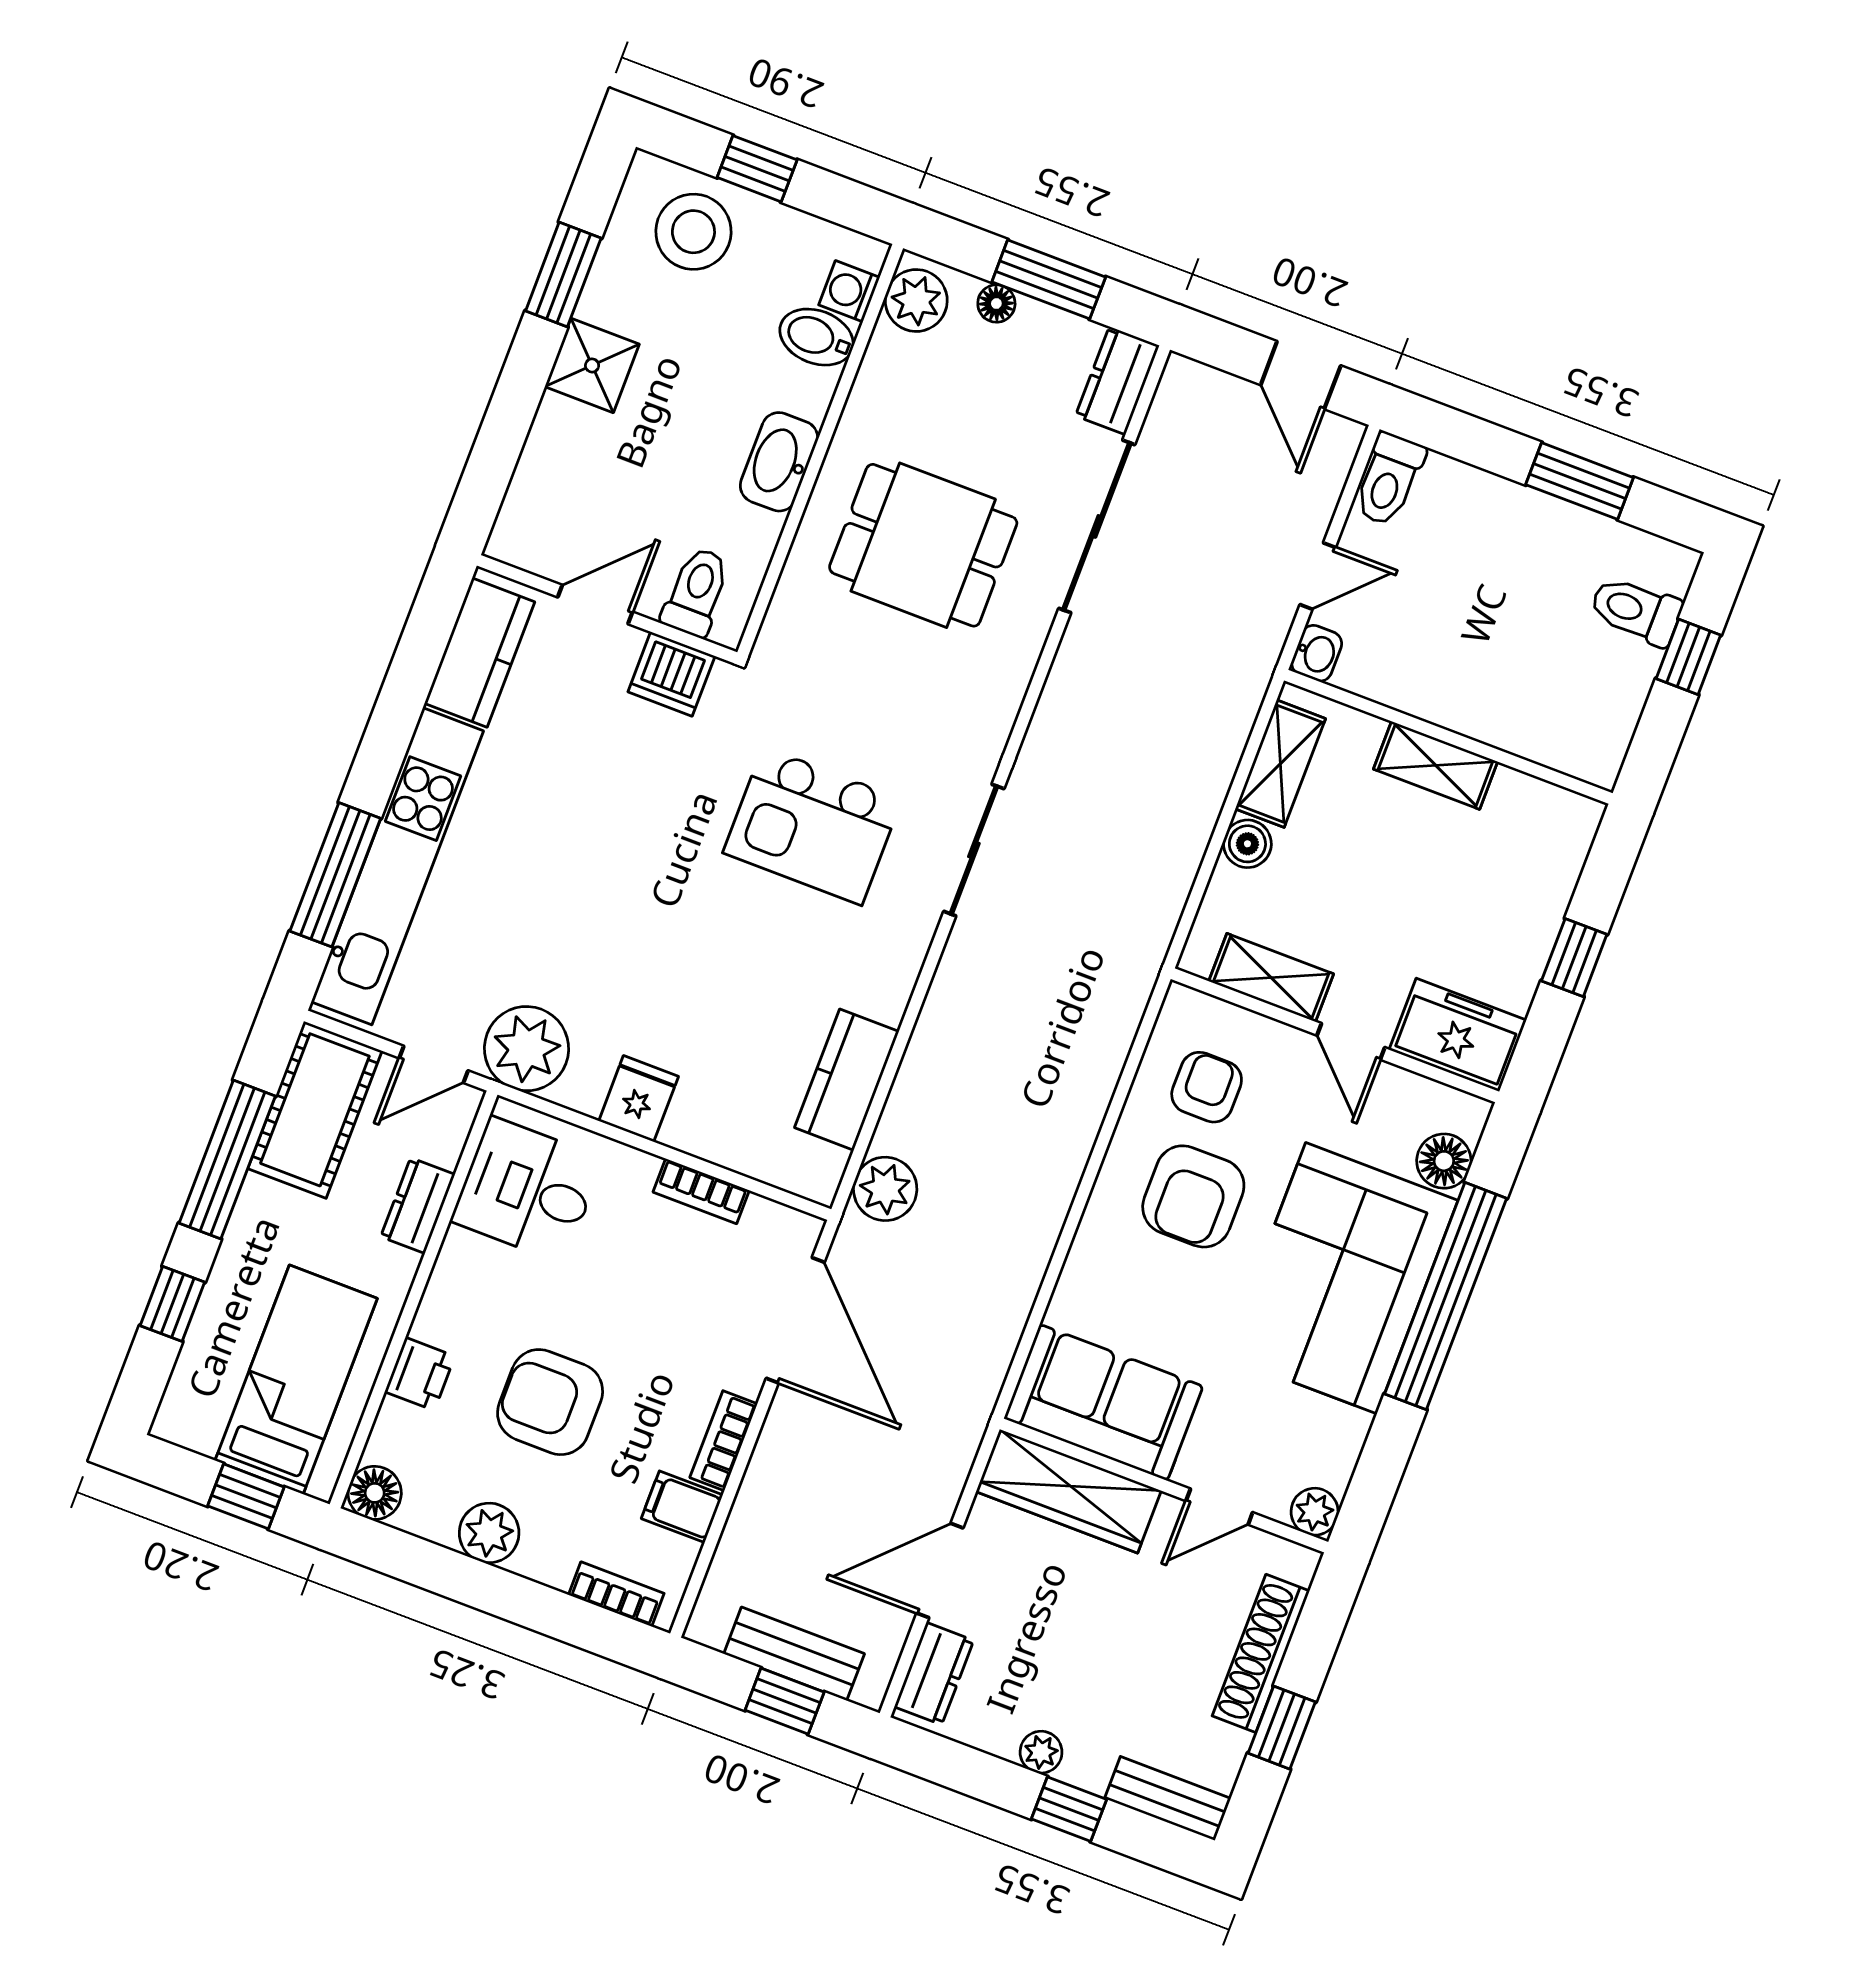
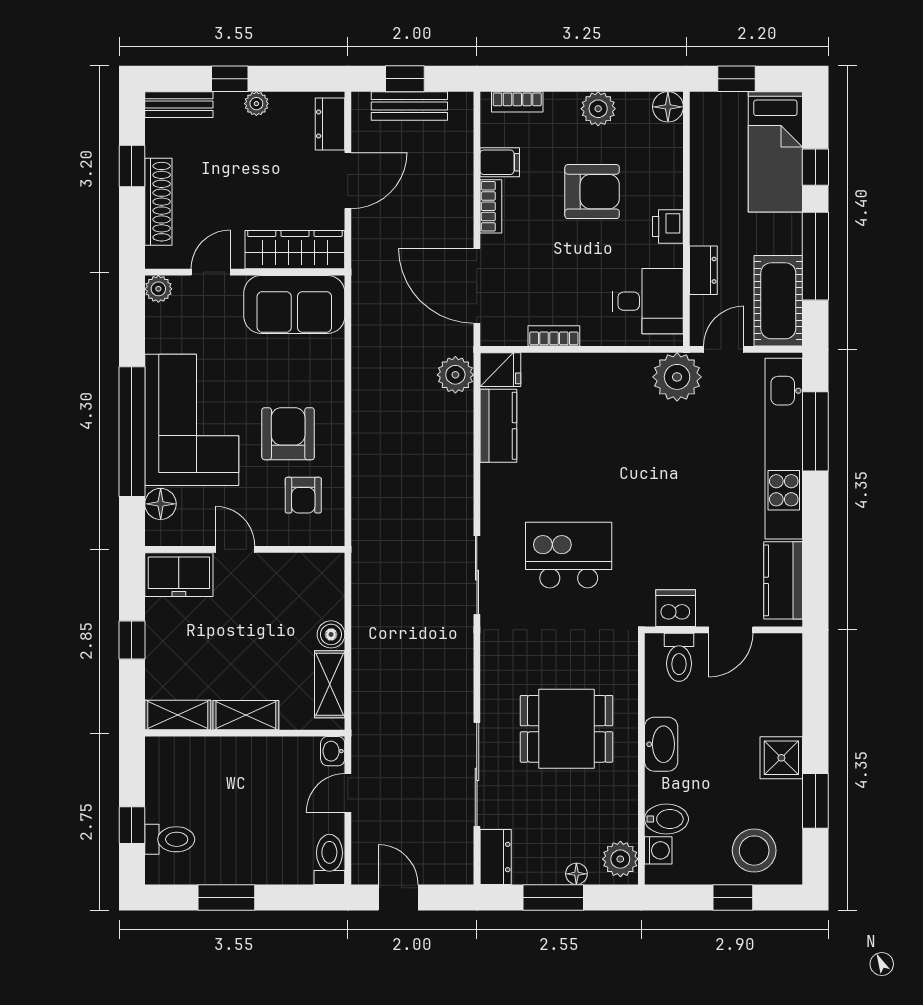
shelving: (1271, 978) -> (178, 715), moved
fridge: (639, 1099) -> (500, 370), moved, turned -90
printer: (420, 1374) -> (668, 226), moved
bed: (296, 1380) -> (775, 152), moved

